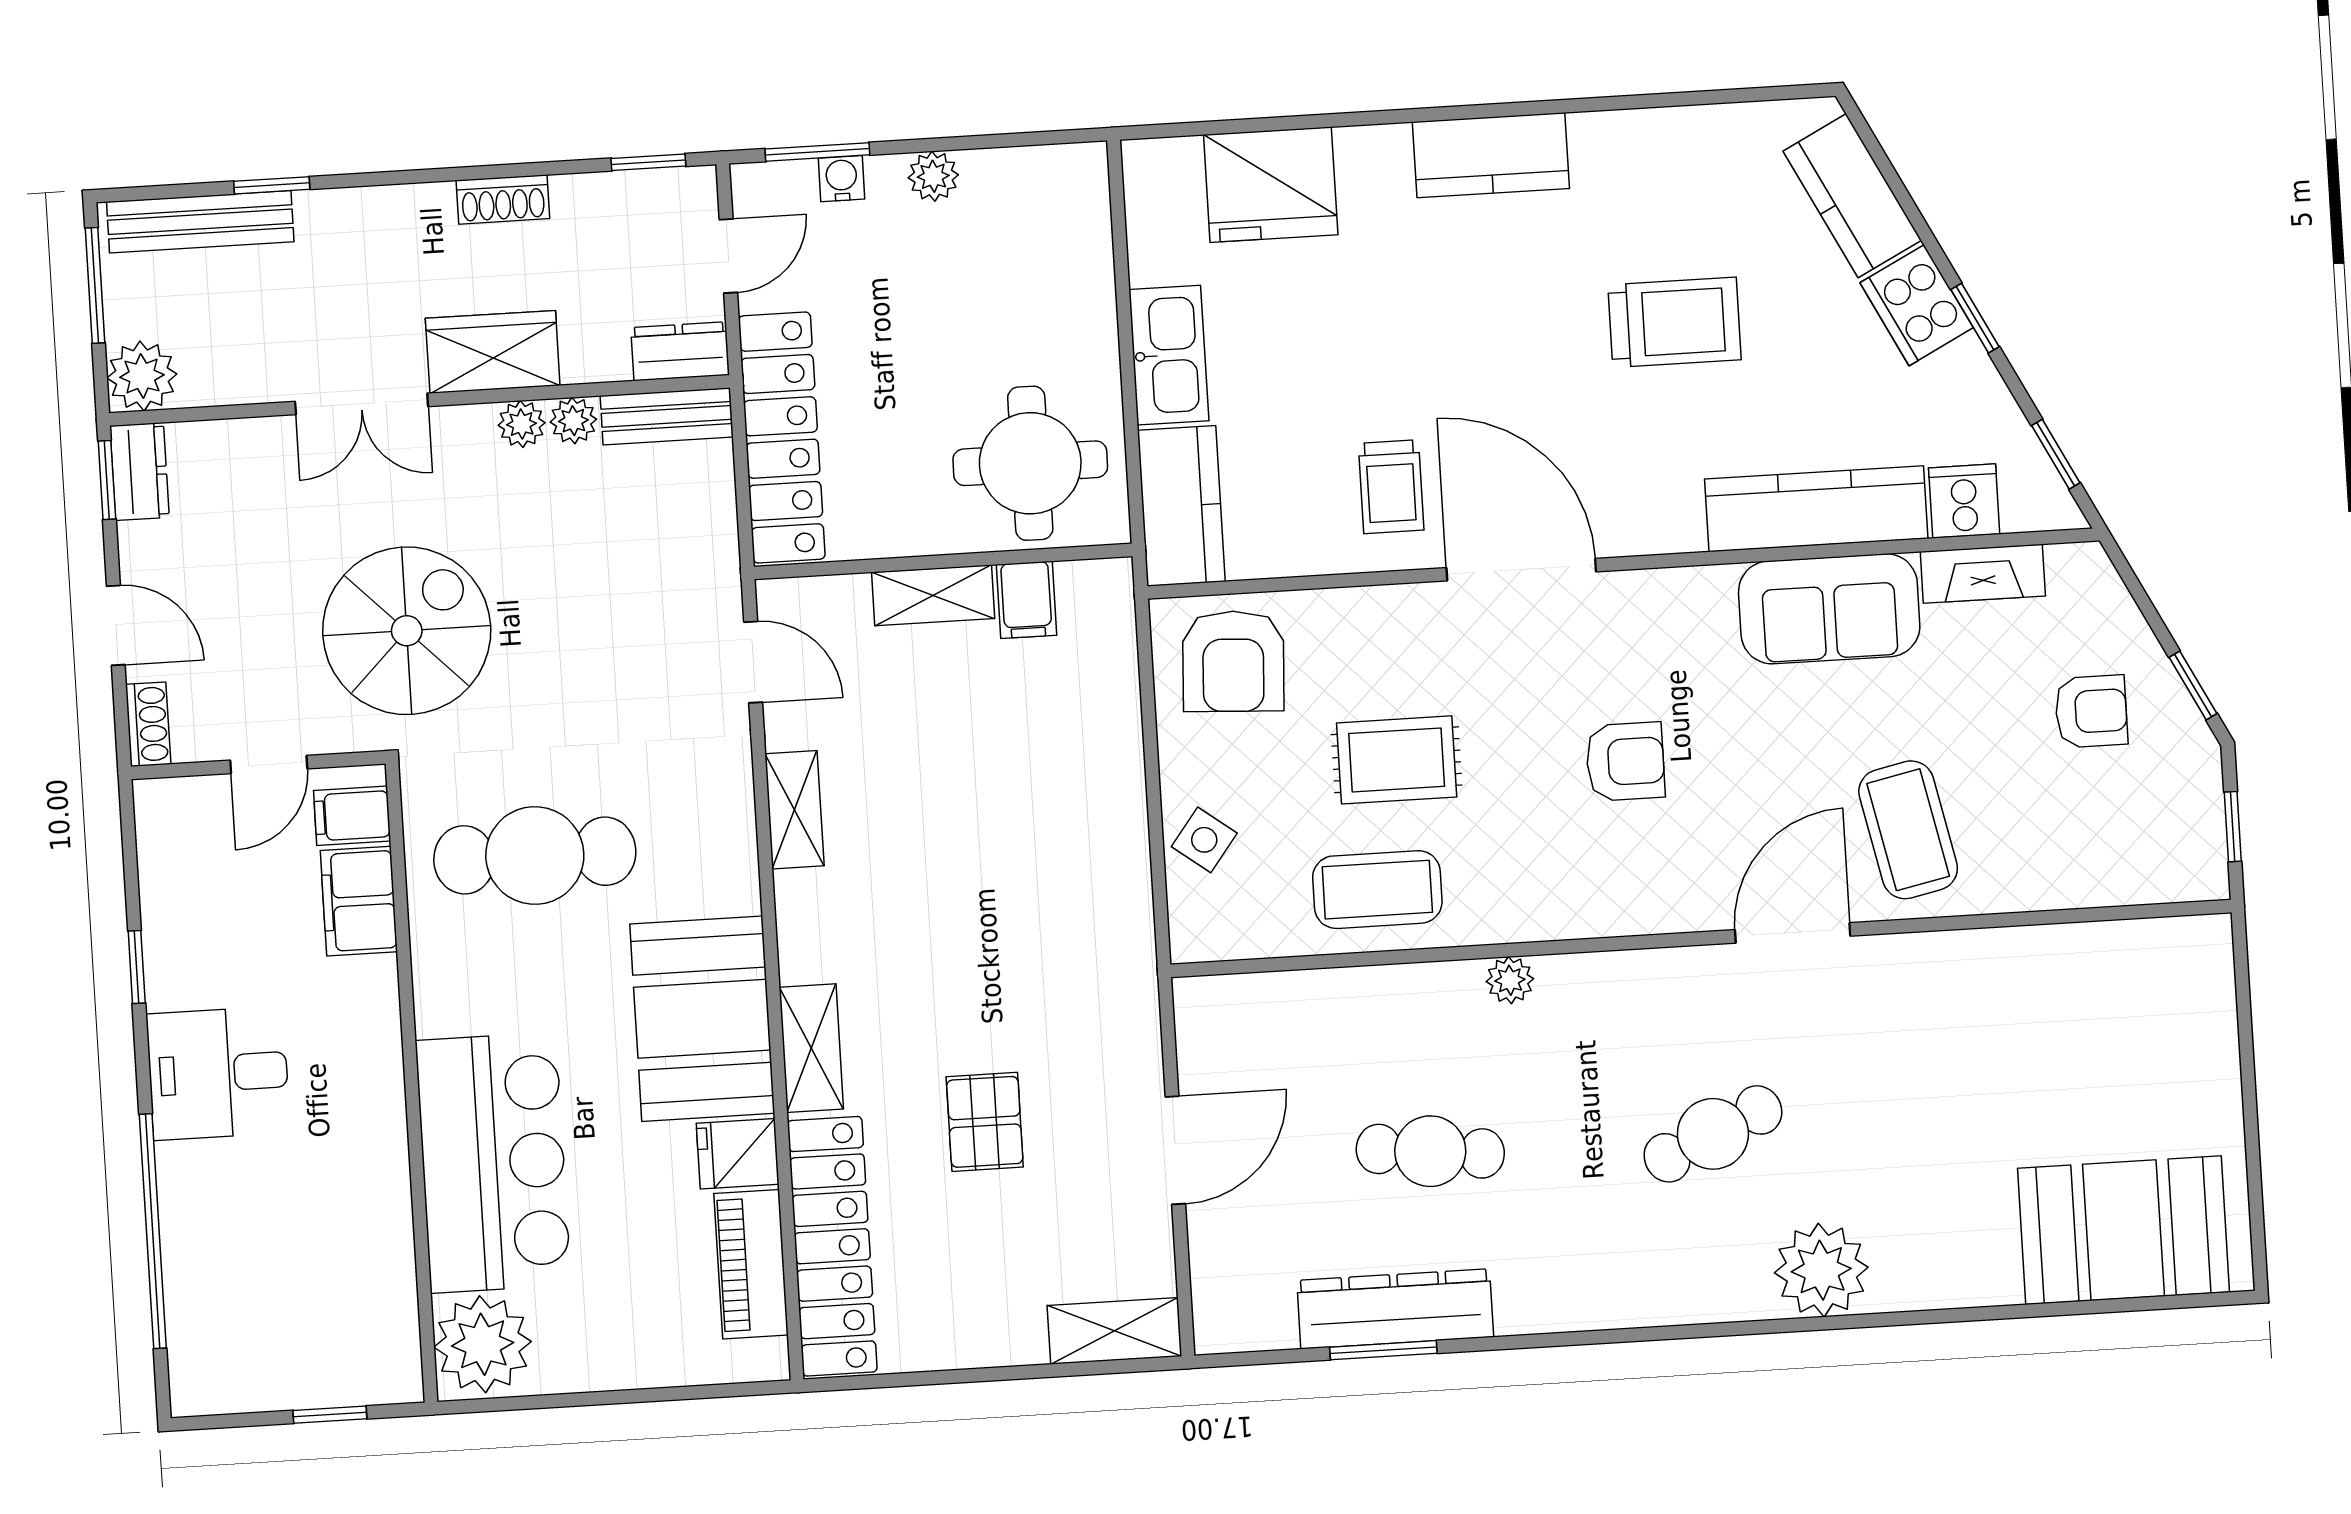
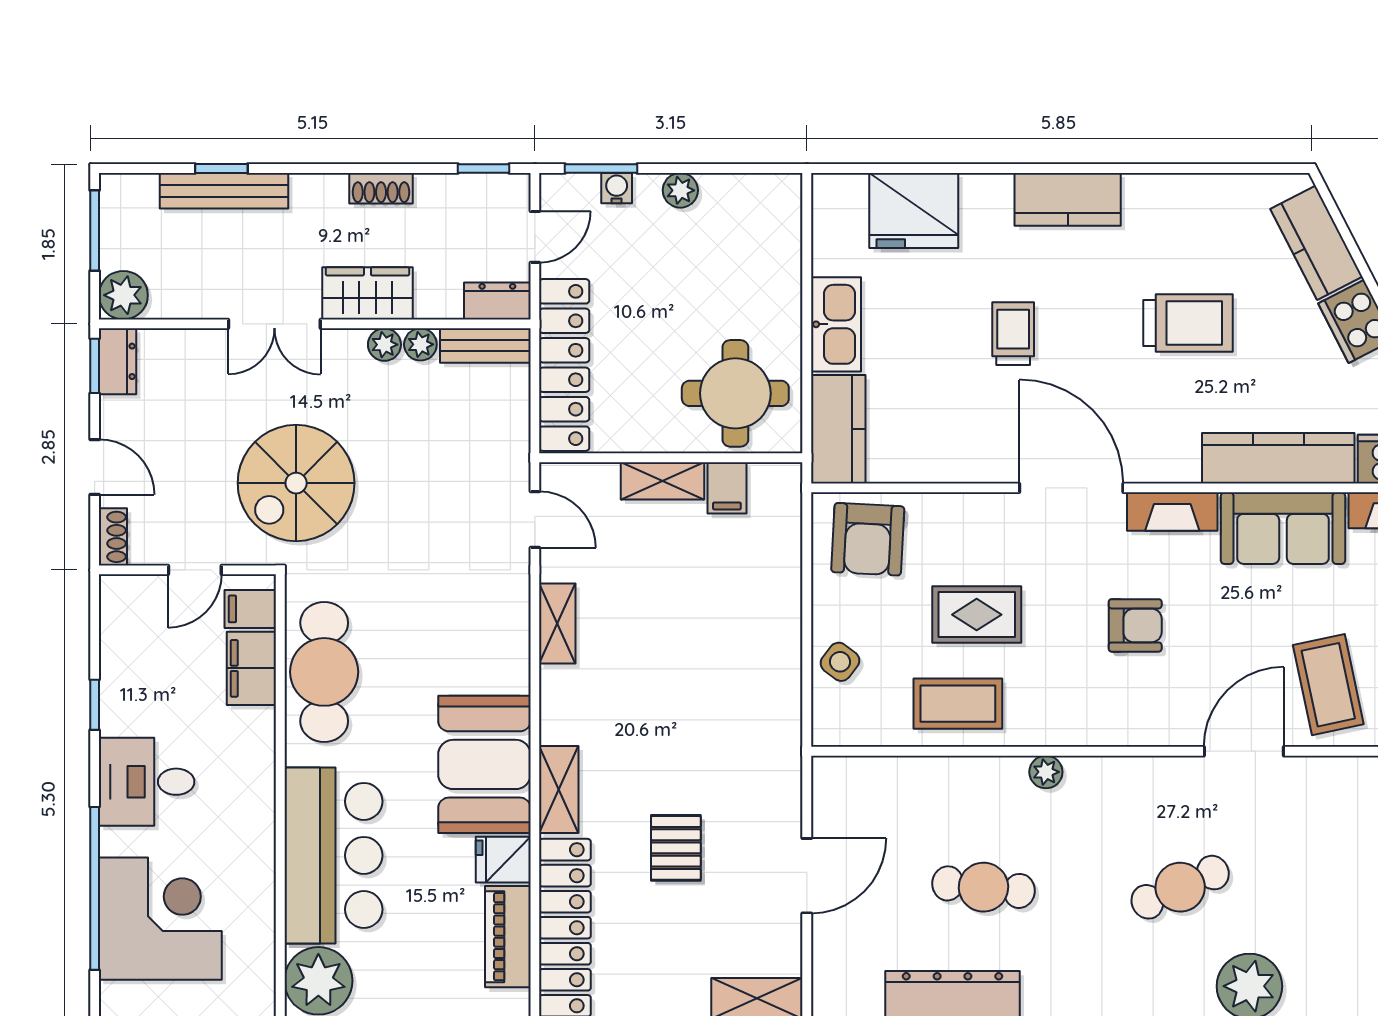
bench: (200, 222) -> (224, 191), moved
trolley: (1391, 487) -> (1013, 334), moved, turned 180
fireplace: (1669, 595) -> (1172, 512), added
spiral stairs: (407, 631) -> (296, 483), turned 180
cafe table: (535, 856) -> (324, 672), moved, turned 90
corner desk: (250, 1269) -> (160, 919), added

